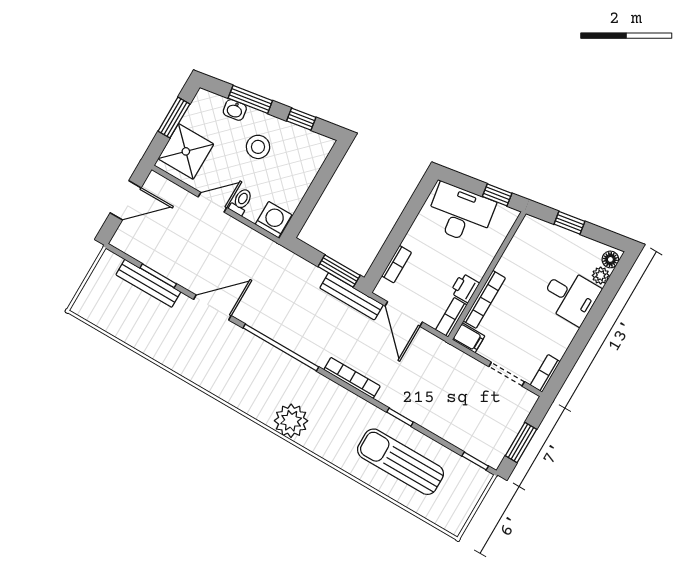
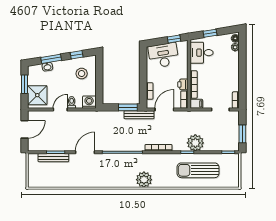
stool: (258, 147) -> (82, 74), moved
desk: (570, 296) -> (202, 53), moved, turned 180
door: (404, 314) -> (164, 110), swing flipped
plant: (425, 408) -> (195, 143), added

